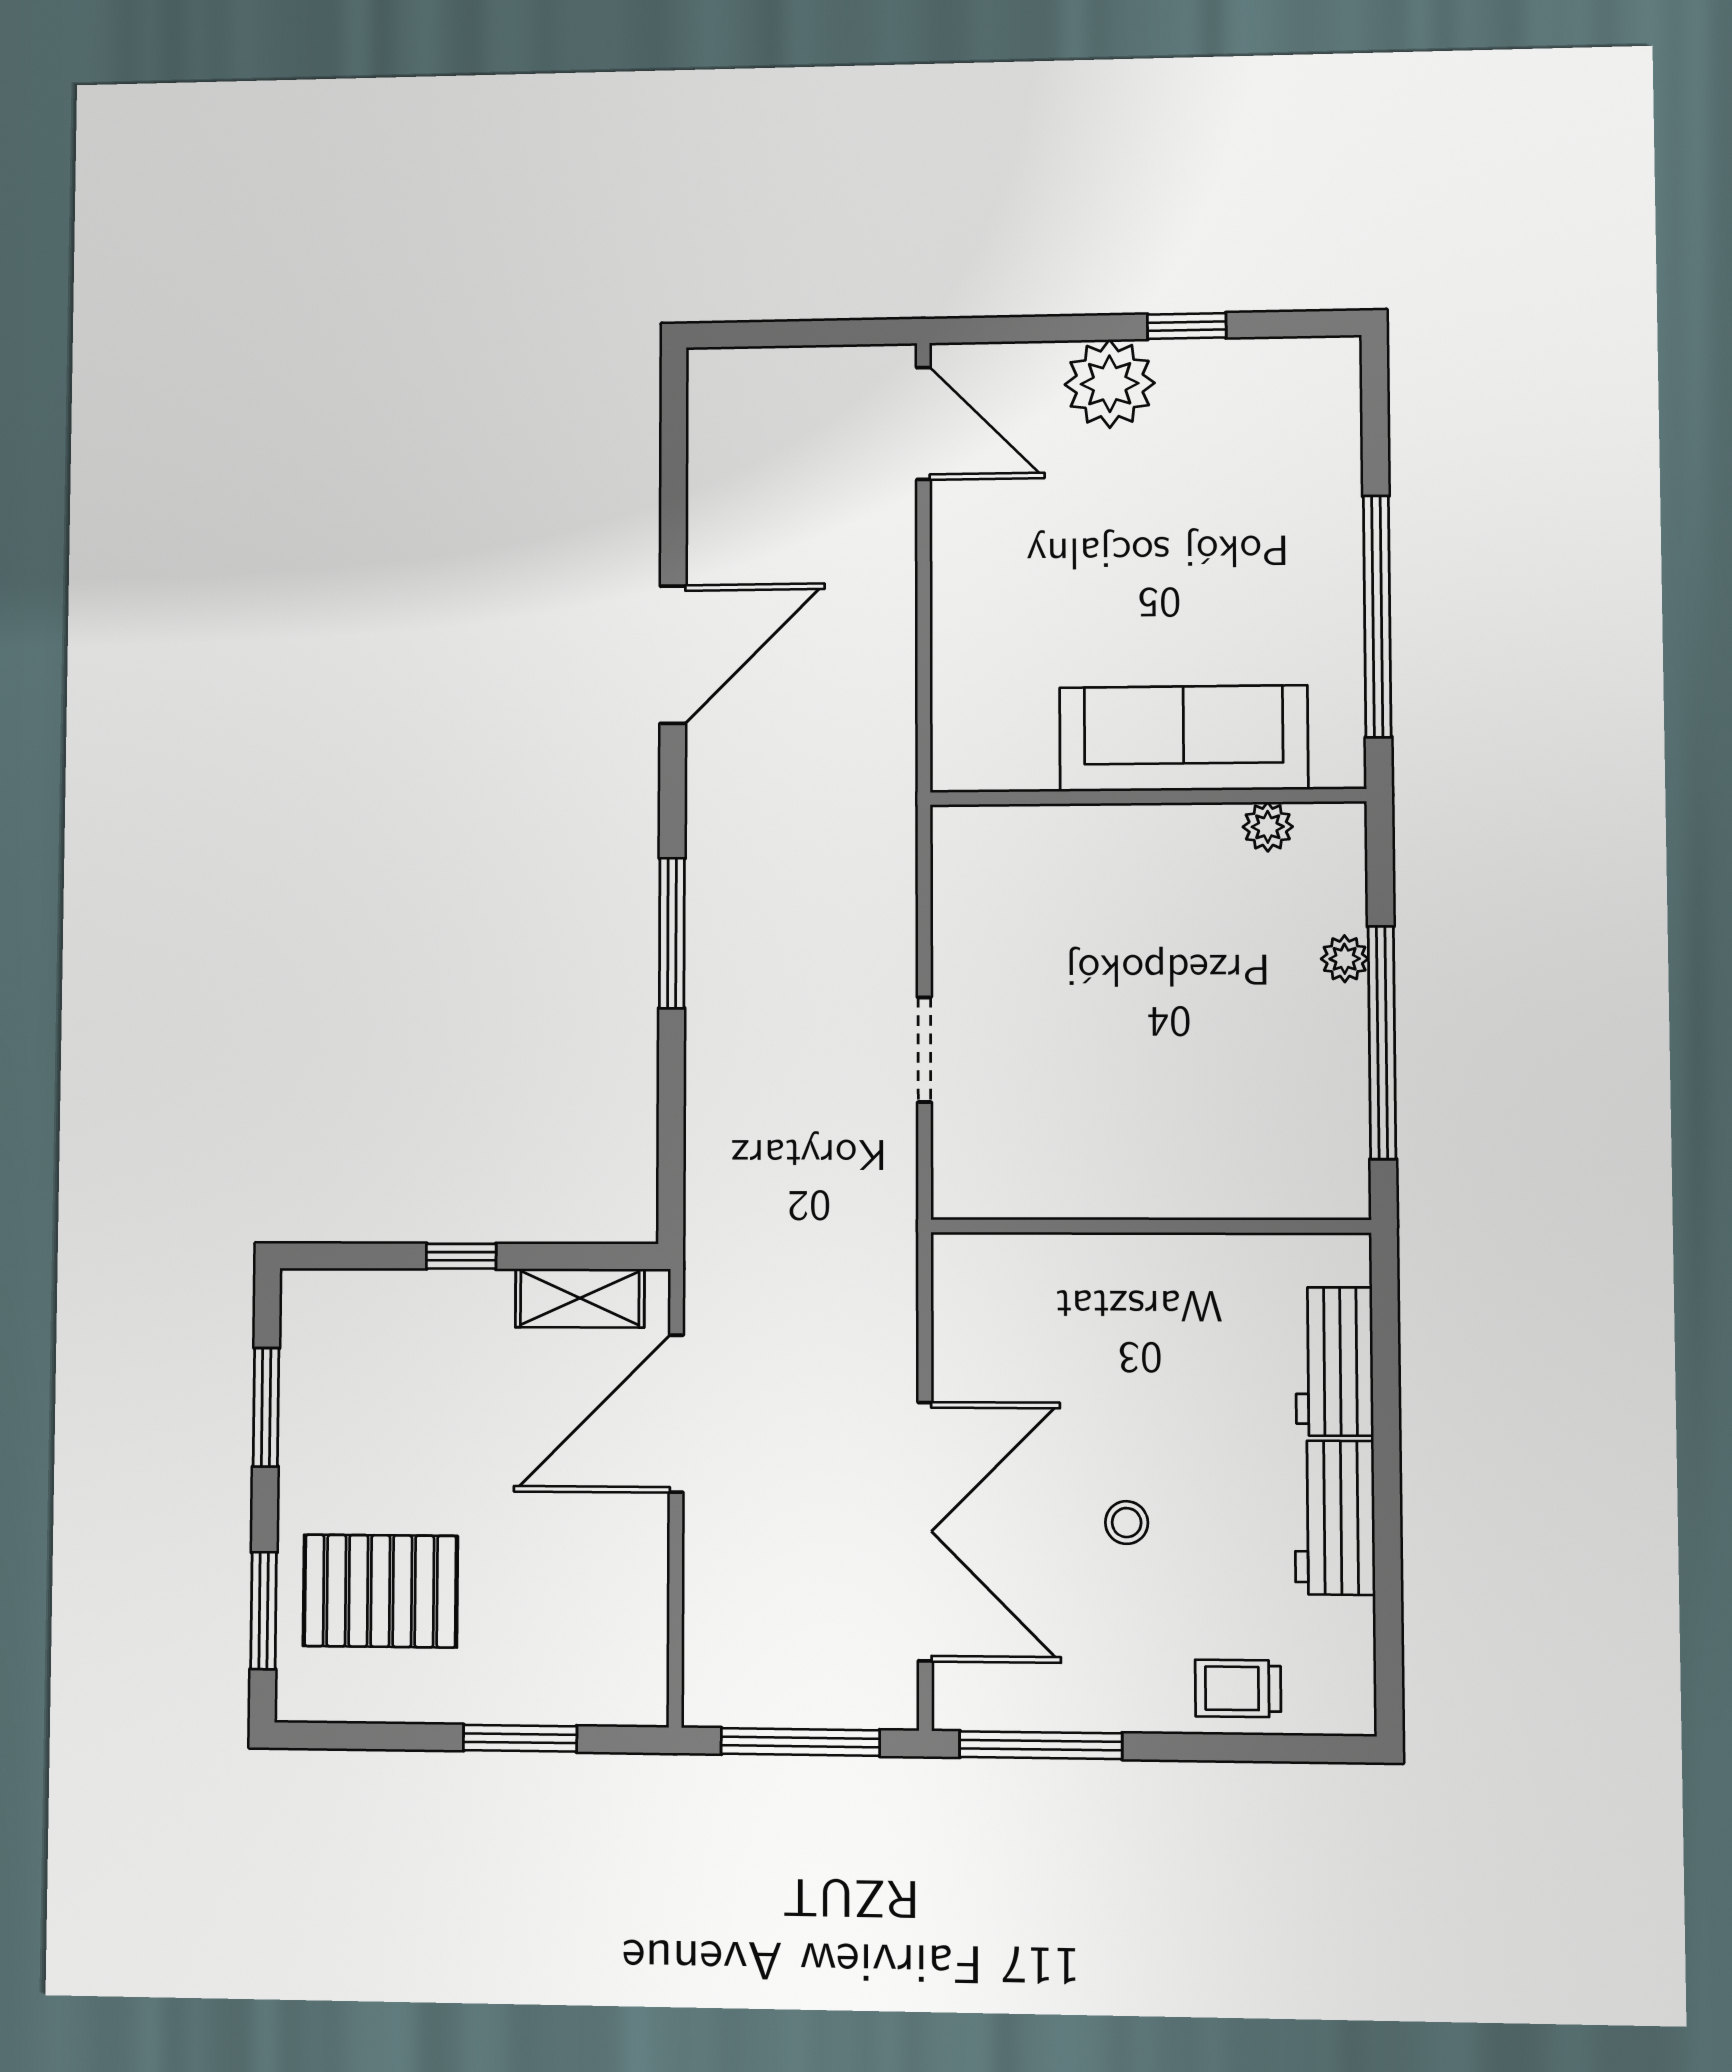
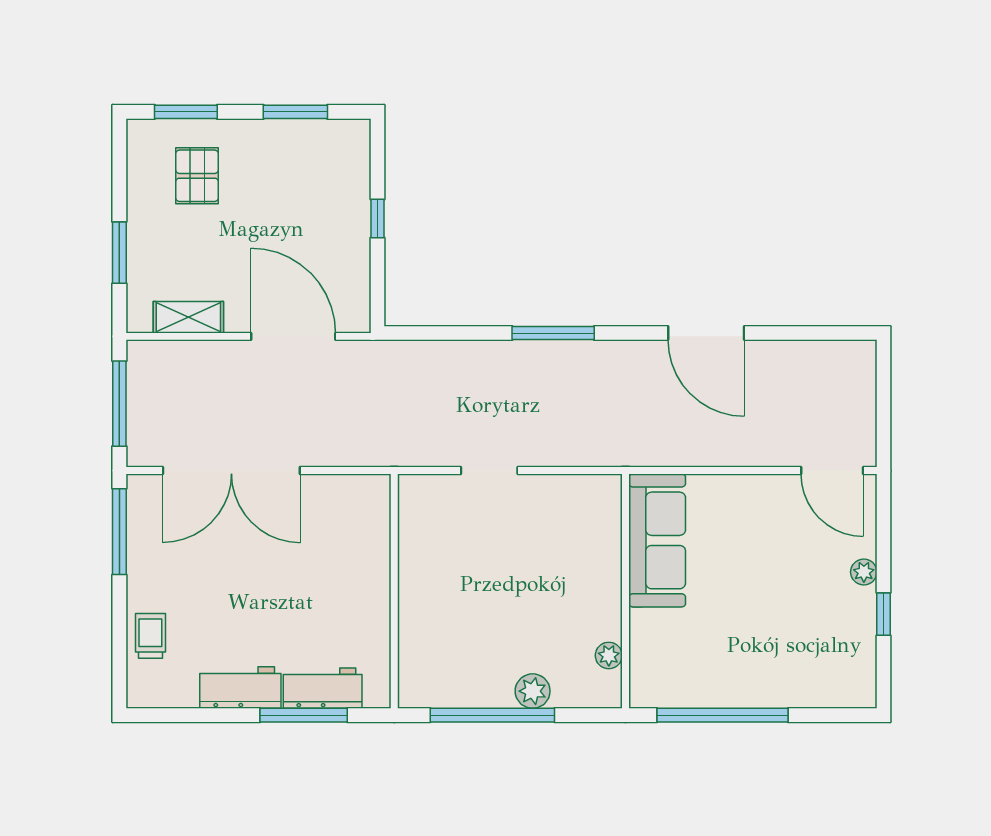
plant: (1110, 384) -> (864, 572), width x0.53, depth x0.53
door: (923, 423) -> (832, 470), hinge flipped
sofa: (1184, 738) -> (657, 540), moved
plant: (1345, 959) -> (533, 691), width x1.38, depth x1.38
shelving: (580, 1298) -> (188, 317), moved, turned 90
window: (1386, 1398) -> (304, 715), added
stool: (1127, 1523) -> (237, 578), removed
pallet: (380, 1591) -> (197, 176), width x0.67, depth x0.71

